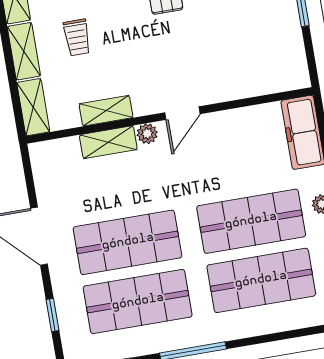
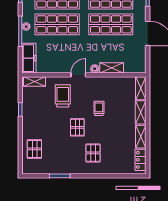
trolley: (77, 37) -> (99, 108), moved
trolley: (210, 59) -> (63, 96), added
shelving: (106, 111) -> (34, 81), moved

